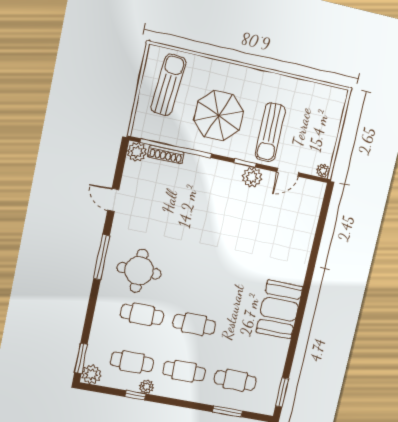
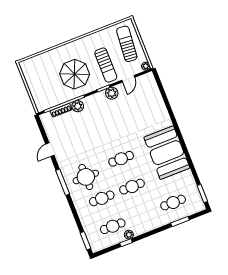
sun lounger: (168, 85) -> (127, 44), moved
plant: (137, 152) -> (78, 106), moved
door: (113, 200) -> (50, 150), hinge flipped
booth: (279, 309) -> (167, 153), width x1.36, depth x1.42
cafe table: (184, 371) -> (121, 159), moved
plant: (91, 374) -> (96, 246), removed

